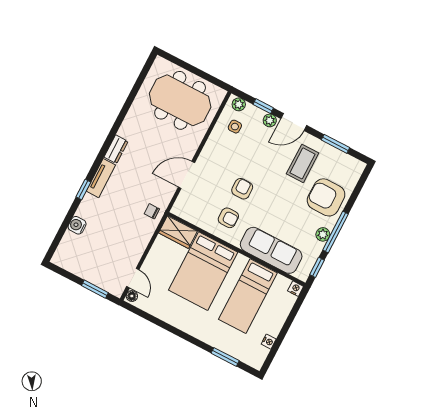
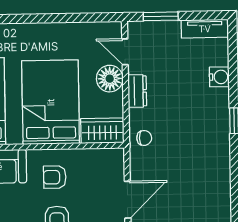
dresser: (116, 149) -> (137, 91), moved, turned 180
tv unit: (101, 178) -> (205, 29), moved, turned -90
floor lamp: (132, 296) -> (110, 79), moved, width x1.89, depth x1.89

